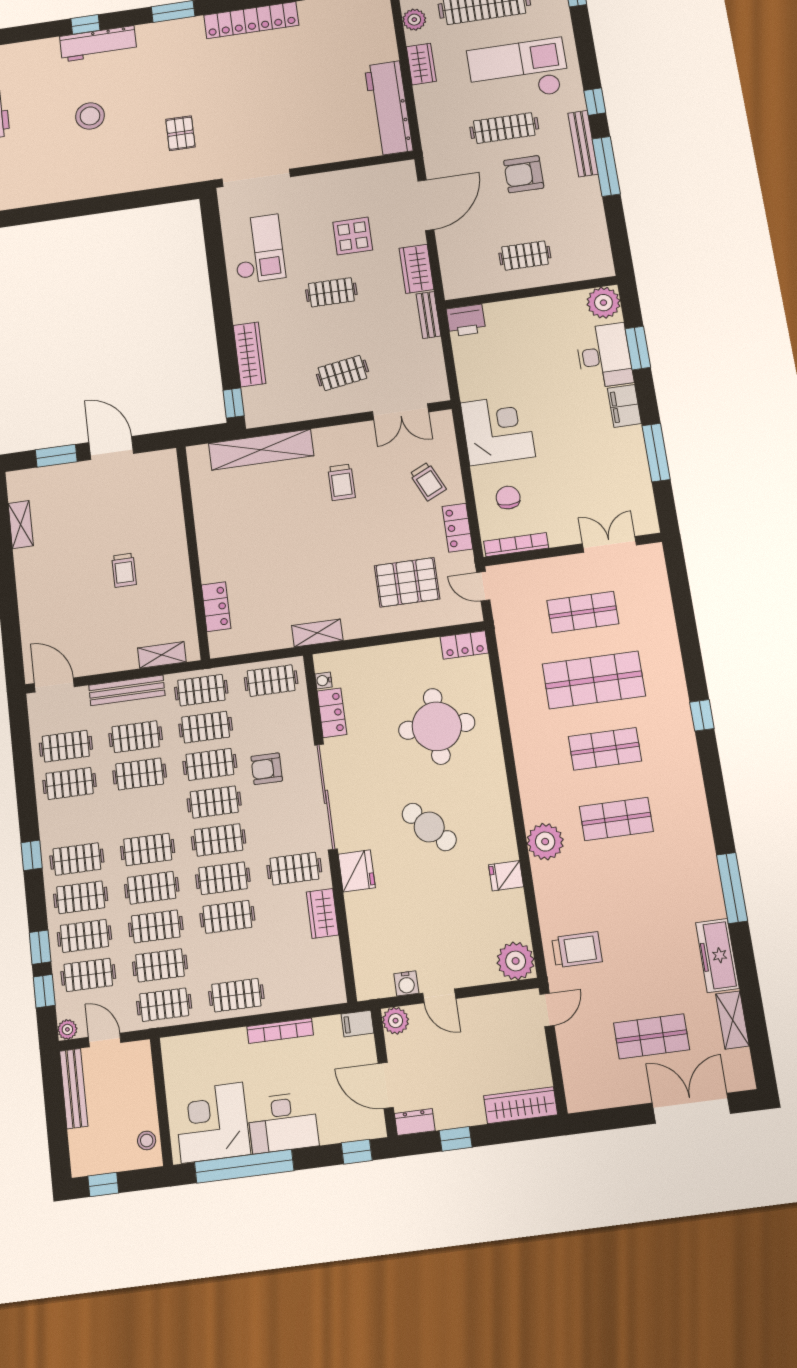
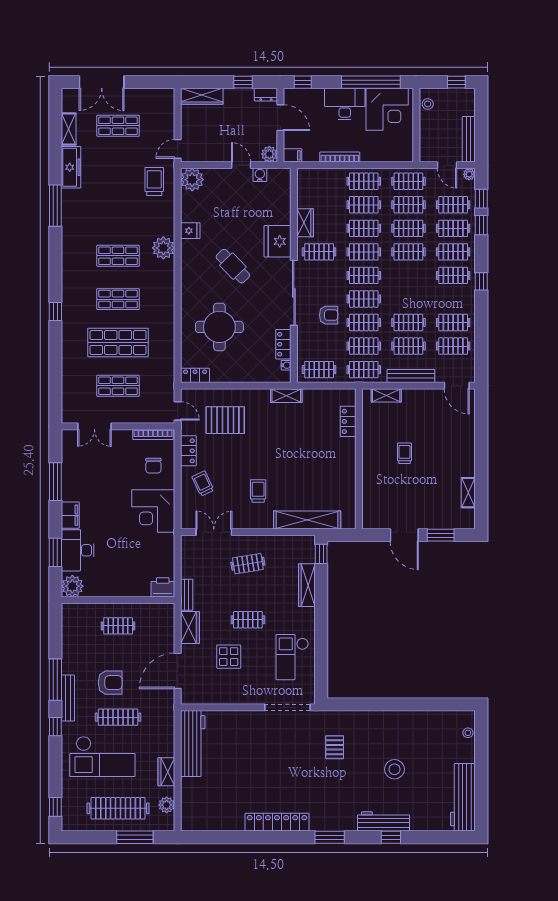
clothes rail: (148, 849) -> (364, 205), moved
fridge: (357, 871) -> (278, 241), width x1.36, depth x1.34
trolley: (577, 950) -> (154, 181), turned 90

